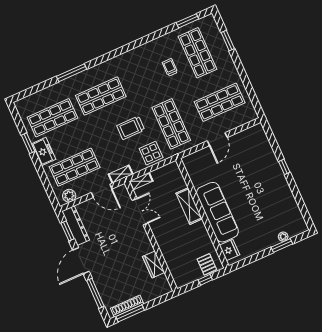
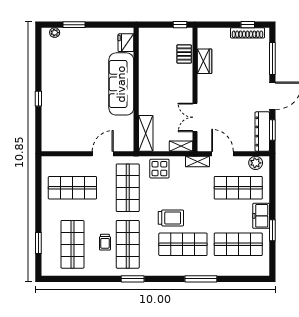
window: (187, 21) -> (133, 279), moved
shop shelf: (149, 74) -> (128, 244), added
trolley: (131, 128) -> (171, 218), moved
door: (217, 139) -> (103, 154), moved
shelving: (189, 206) -> (146, 133), moved
plant: (283, 237) -> (55, 33), moved
pallet: (207, 264) -> (184, 54), moved
window: (205, 280) -> (180, 25), moved
window: (130, 313) -> (248, 25), width x0.46

